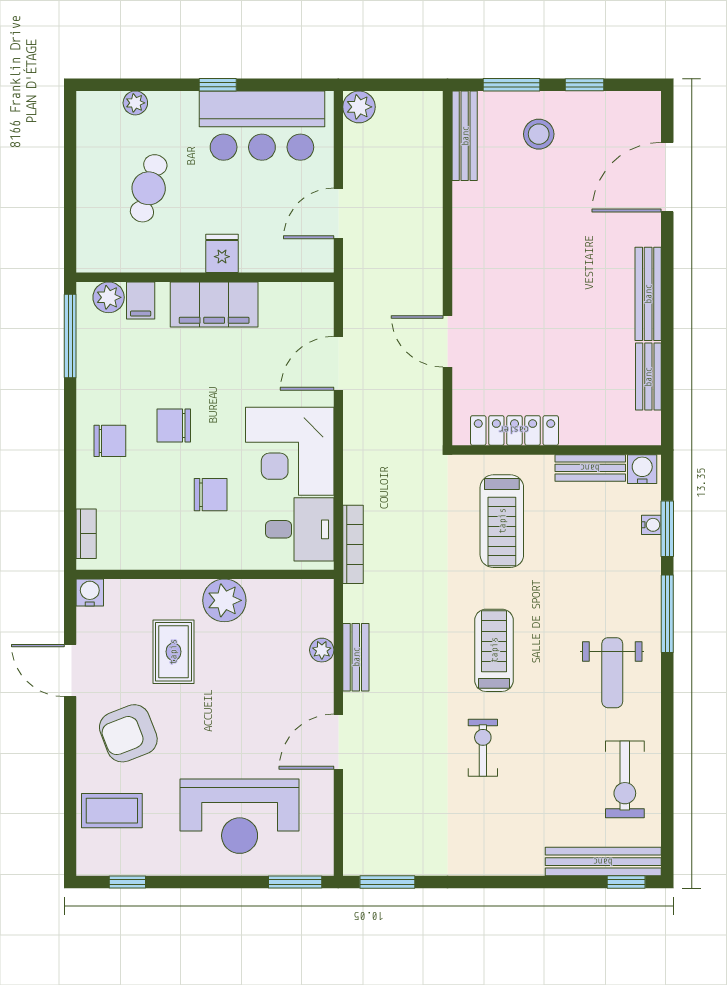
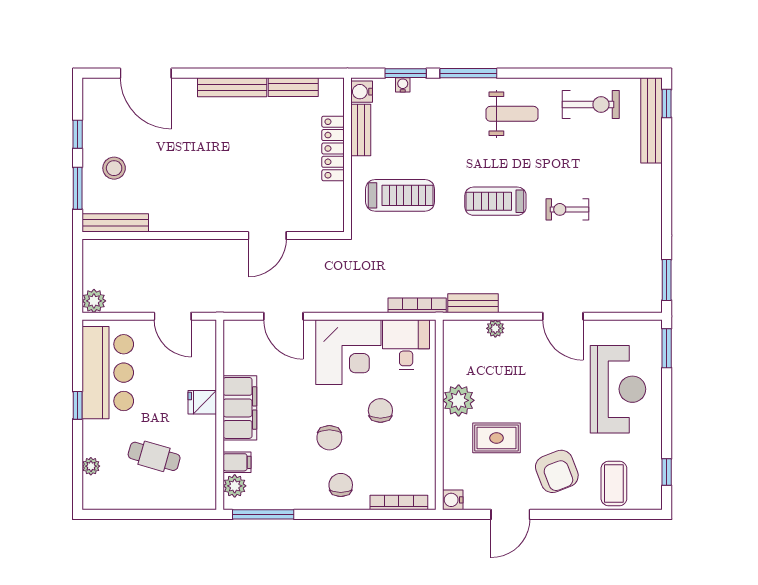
locker: (514, 430) -> (333, 148), moved
bookcase: (86, 534) -> (399, 503), width x1.56
bench: (356, 657) -> (473, 303), moved

